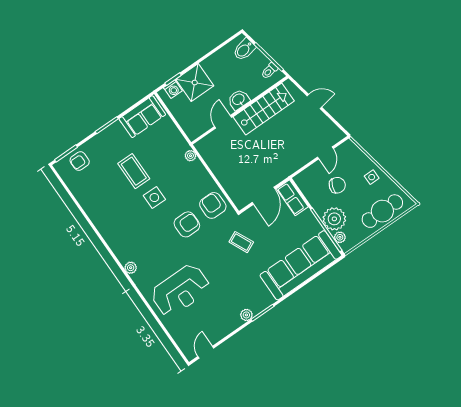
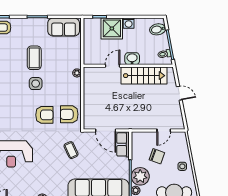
washing machine: (173, 89) -> (129, 23), moved
door: (264, 196) -> (106, 131), hinge flipped
armchair: (213, 205) -> (69, 114), turned -90

